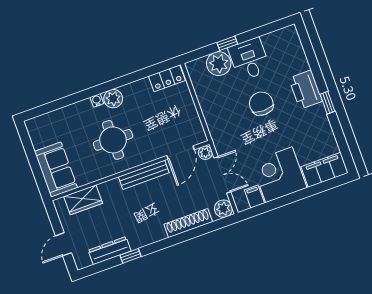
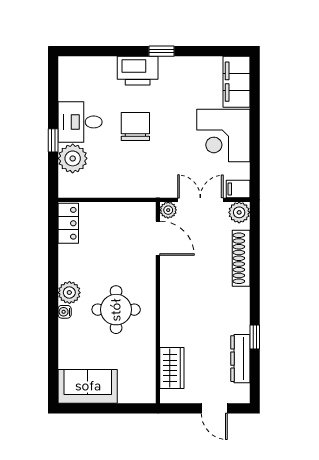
chair: (261, 104) -> (135, 127), turned 90
sofa: (56, 170) -> (88, 386), moved
bench: (144, 175) -> (168, 289), removed
filing cabinet: (254, 197) -> (238, 189), moved

